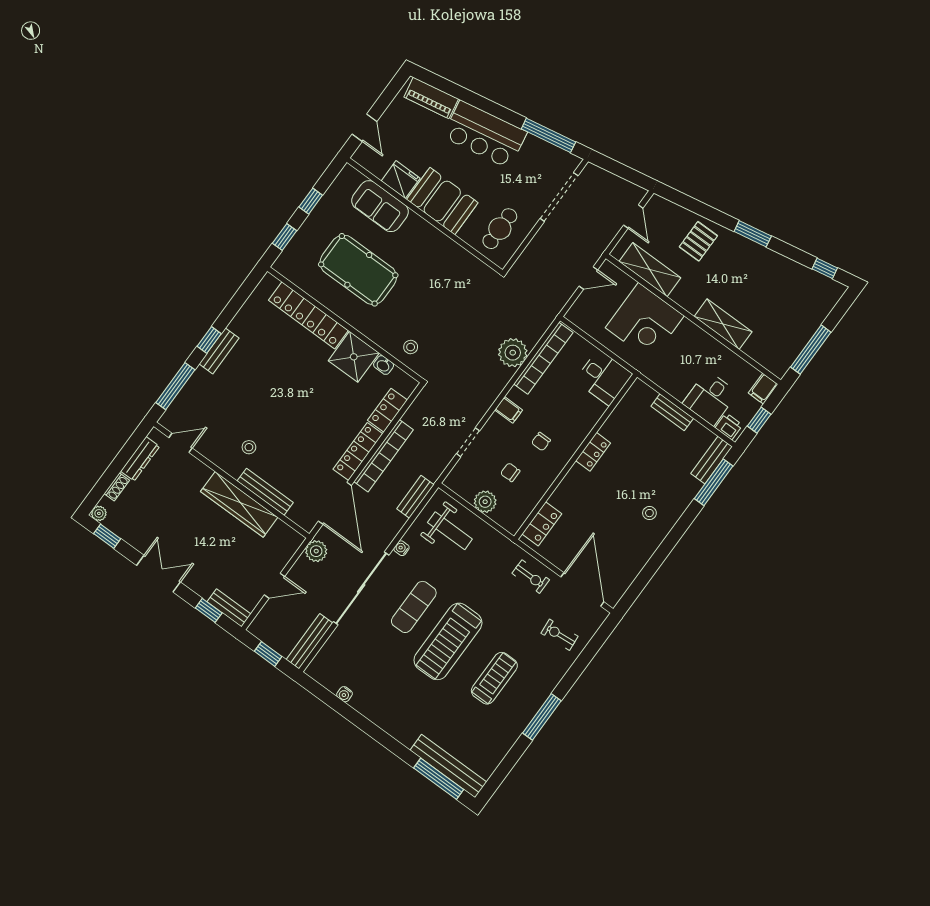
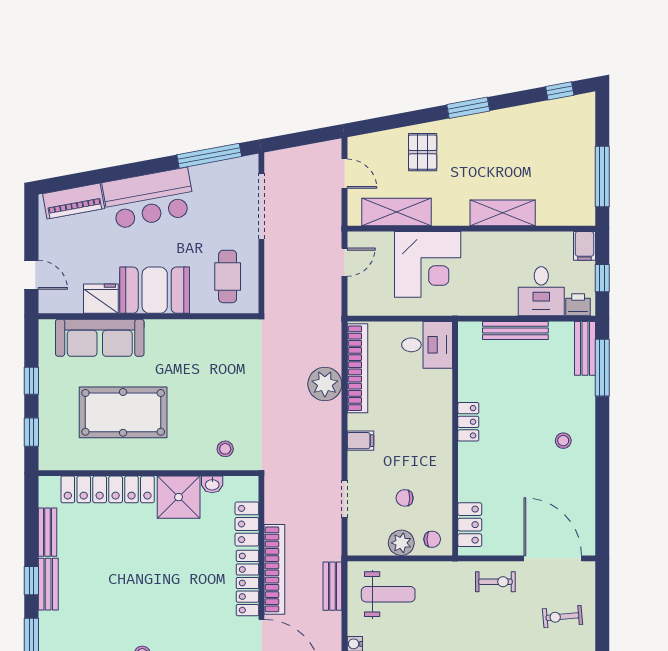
sofa: (380, 206) -> (100, 338), width x1.36
bench: (245, 315) -> (48, 532), added
bench: (672, 412) -> (515, 330), width x1.36
chair: (541, 442) -> (432, 539), moved, turned -90

